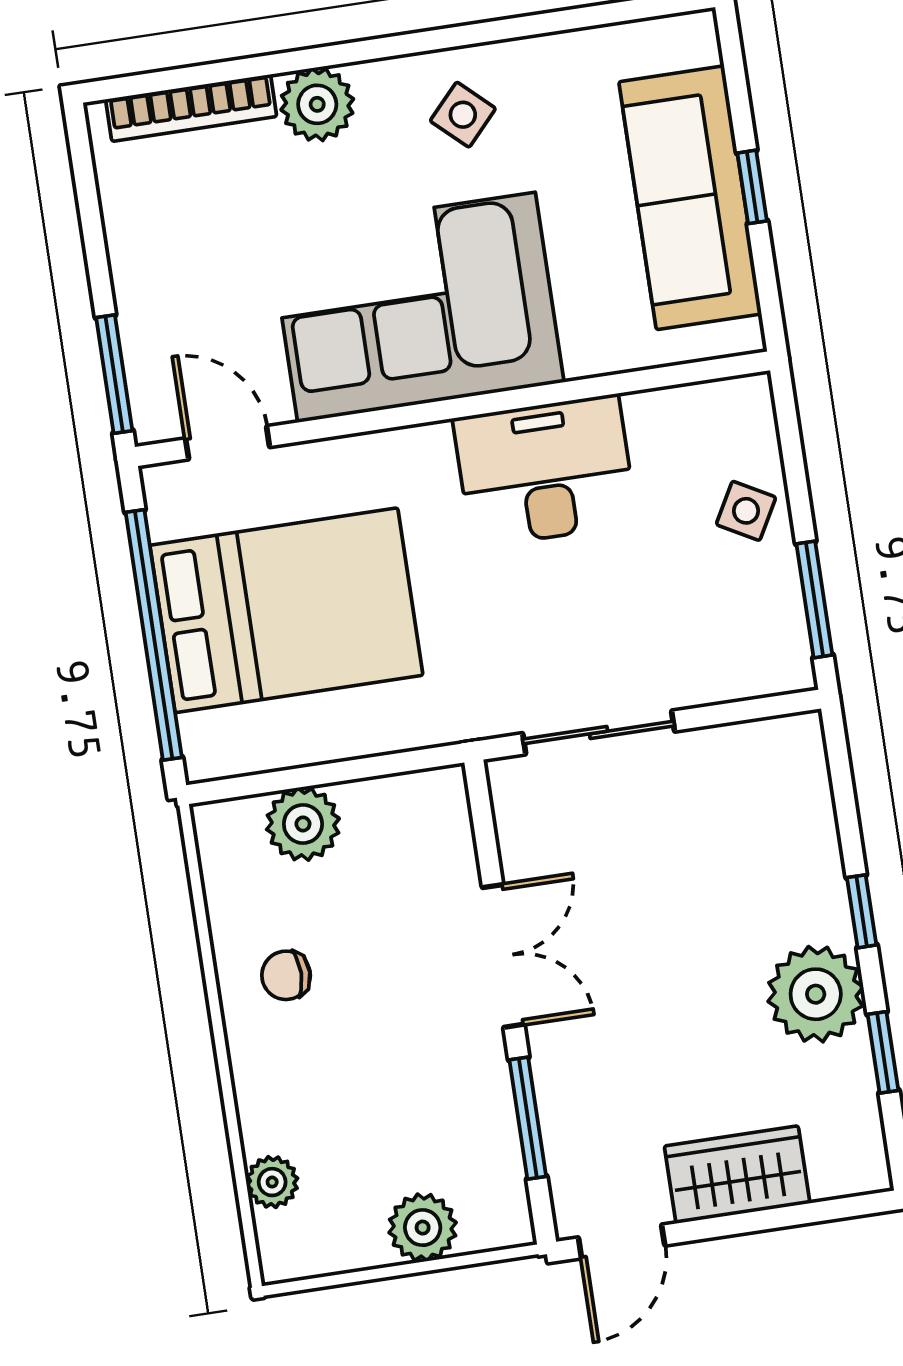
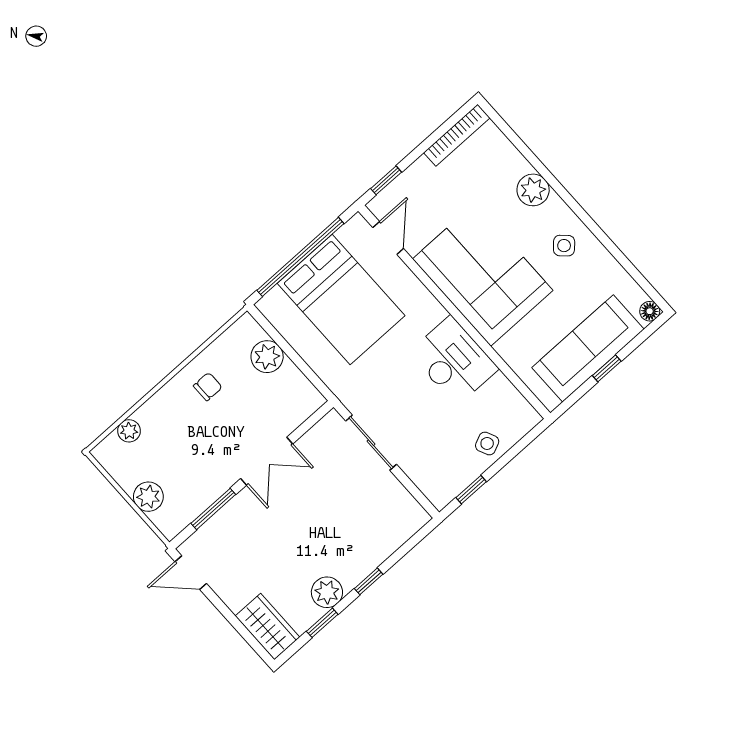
floor lamp: (696, 33) -> (650, 311), added
bookcase: (191, 108) -> (457, 135), moved, turned -90
window: (114, 374) -> (386, 180), width x0.67
side table: (746, 511) -> (487, 443), turned 36
window: (814, 599) -> (471, 490), width x0.67
chair: (286, 975) -> (208, 387), turned 90
plant: (816, 994) -> (327, 592), width x0.73, depth x0.73
wardrobe: (737, 1175) -> (268, 626), moved

